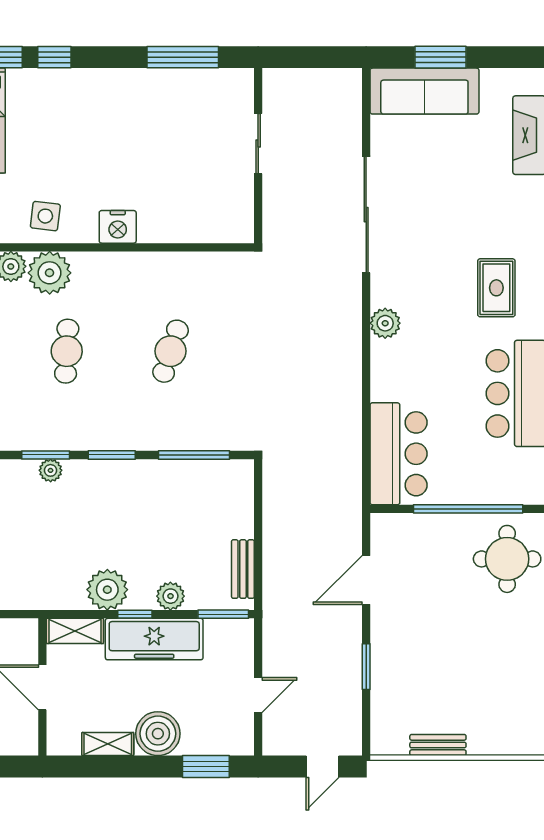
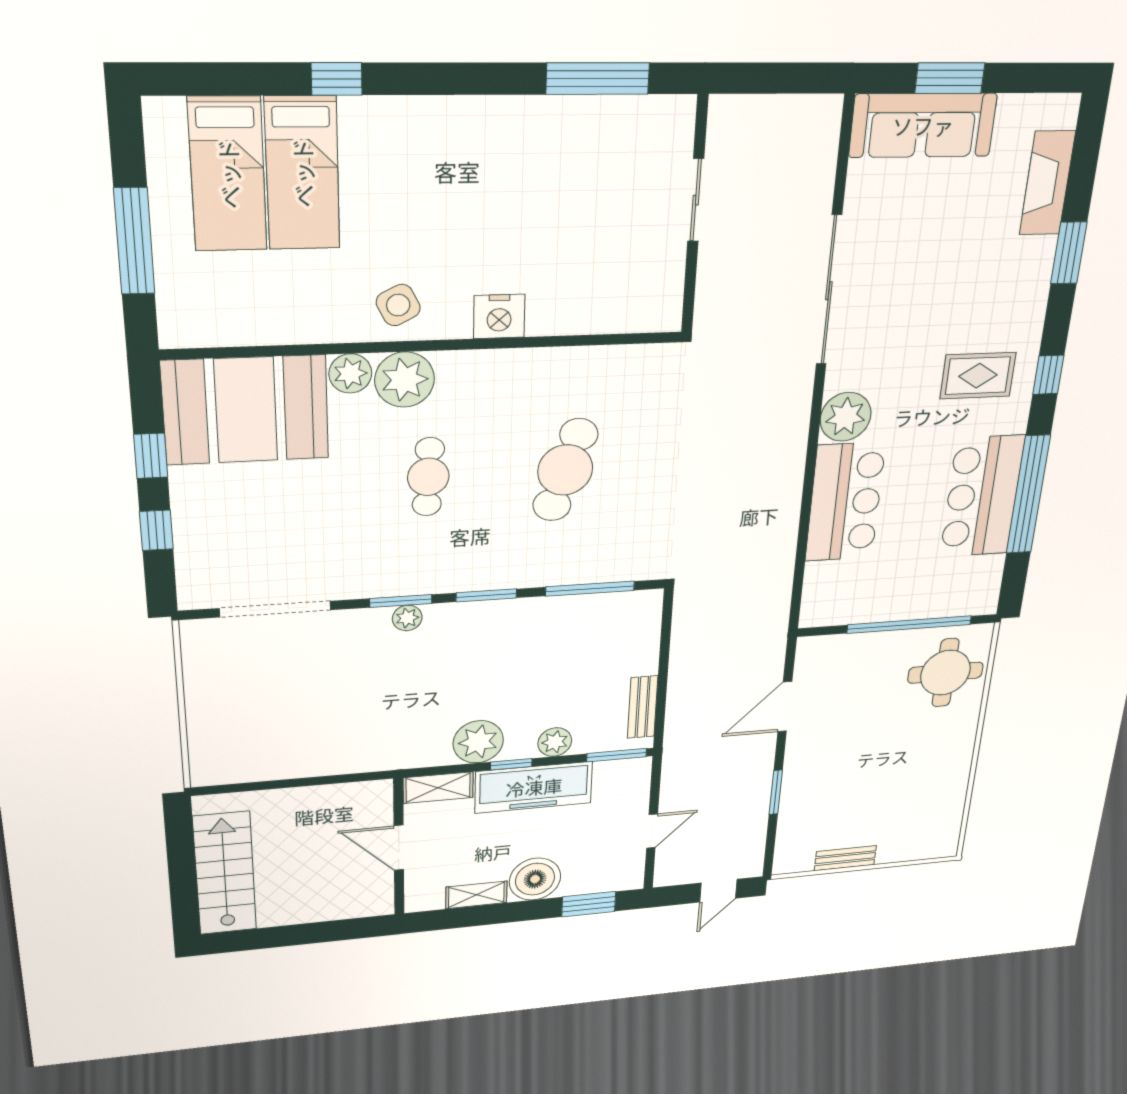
window: (54, 57) -> (410, 79), removed
side table: (45, 216) -> (398, 305), turned -34
rug: (496, 288) -> (978, 376), turned 90
plant: (385, 323) -> (846, 417), width x1.36, depth x1.36
cafe table: (171, 351) -> (565, 470), width x1.37, depth x1.35
bar counter: (399, 454) -> (845, 502), moved

